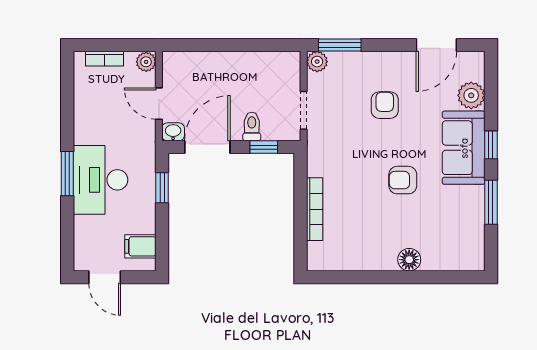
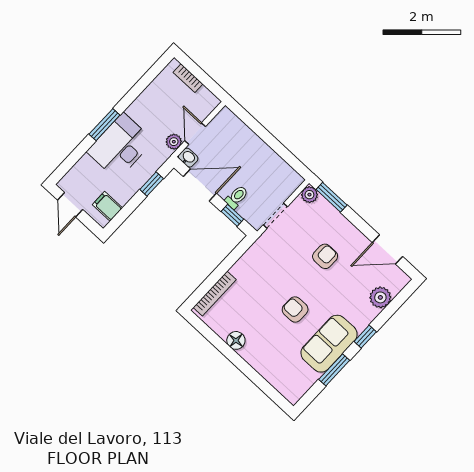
plant: (146, 62) -> (174, 142), moved
sofa: (464, 148) -> (329, 344), moved
bookcase: (315, 209) -> (215, 294), moved
floor lamp: (409, 260) -> (236, 340), moved

